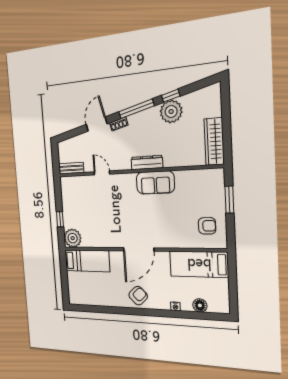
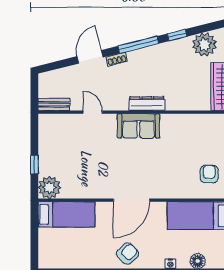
plant: (171, 112) -> (204, 45), moved
sofa: (155, 182) -> (139, 126), moved
armchair: (207, 226) -> (209, 174), turned -90

